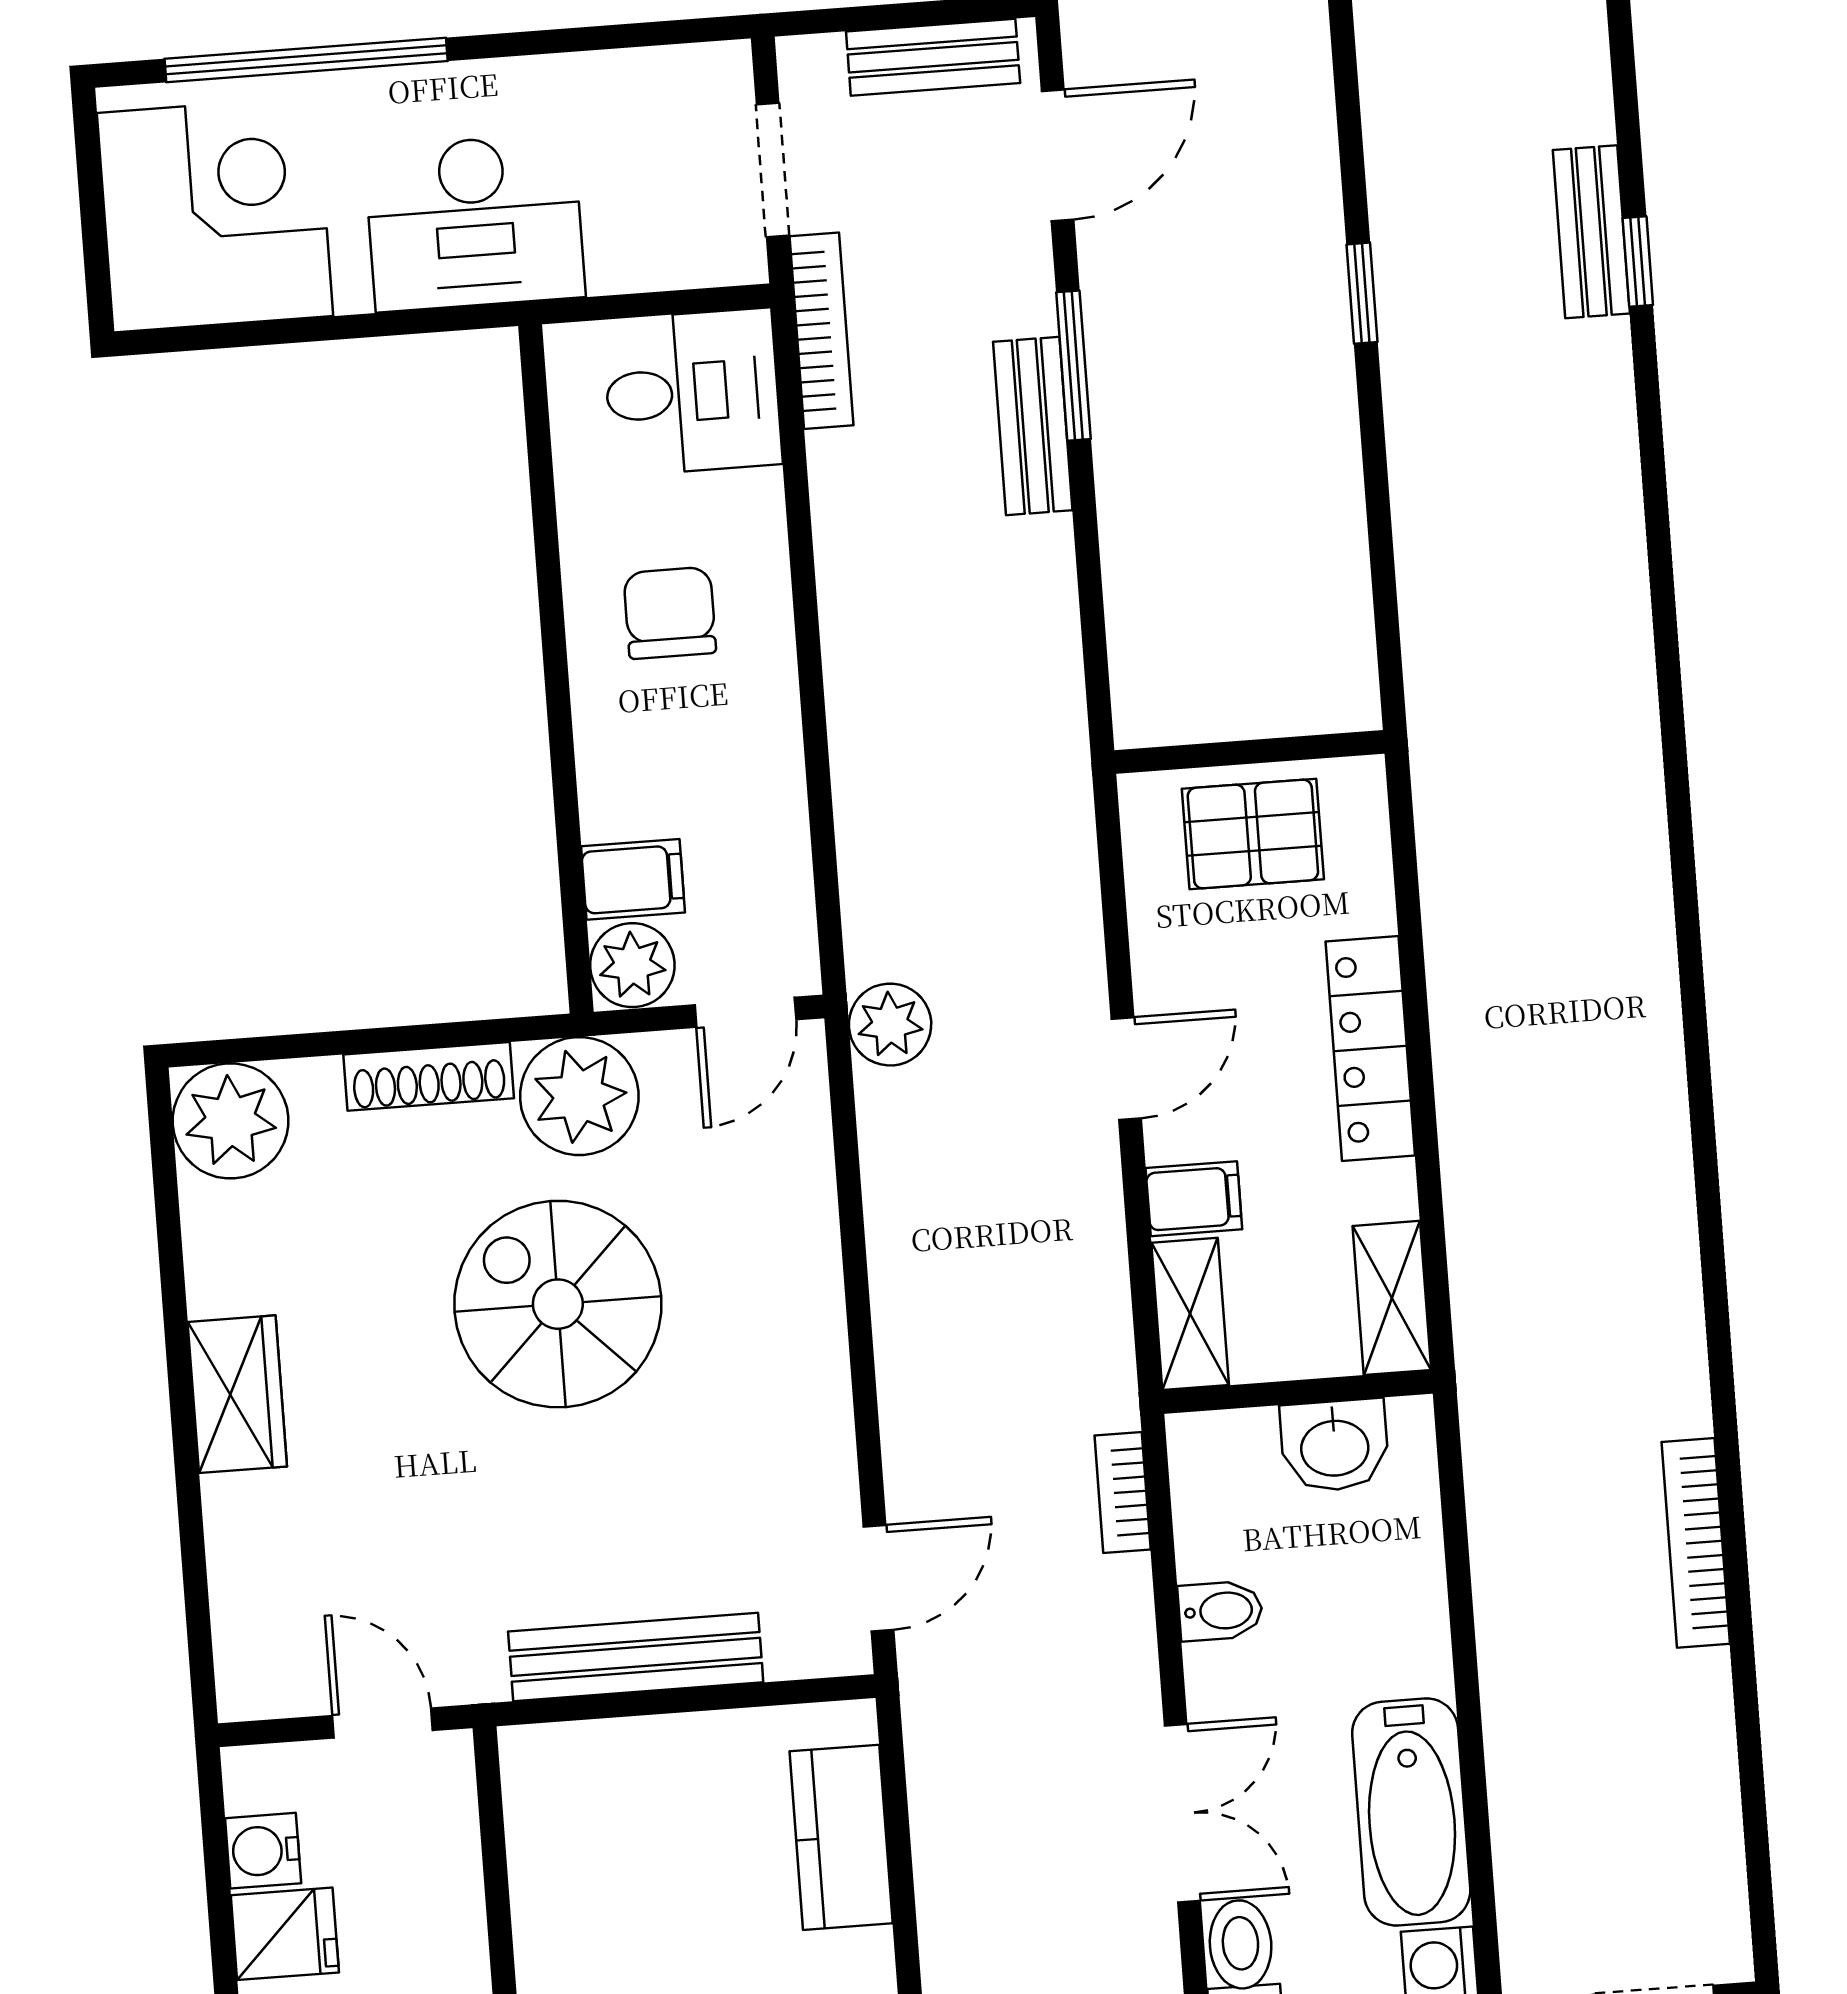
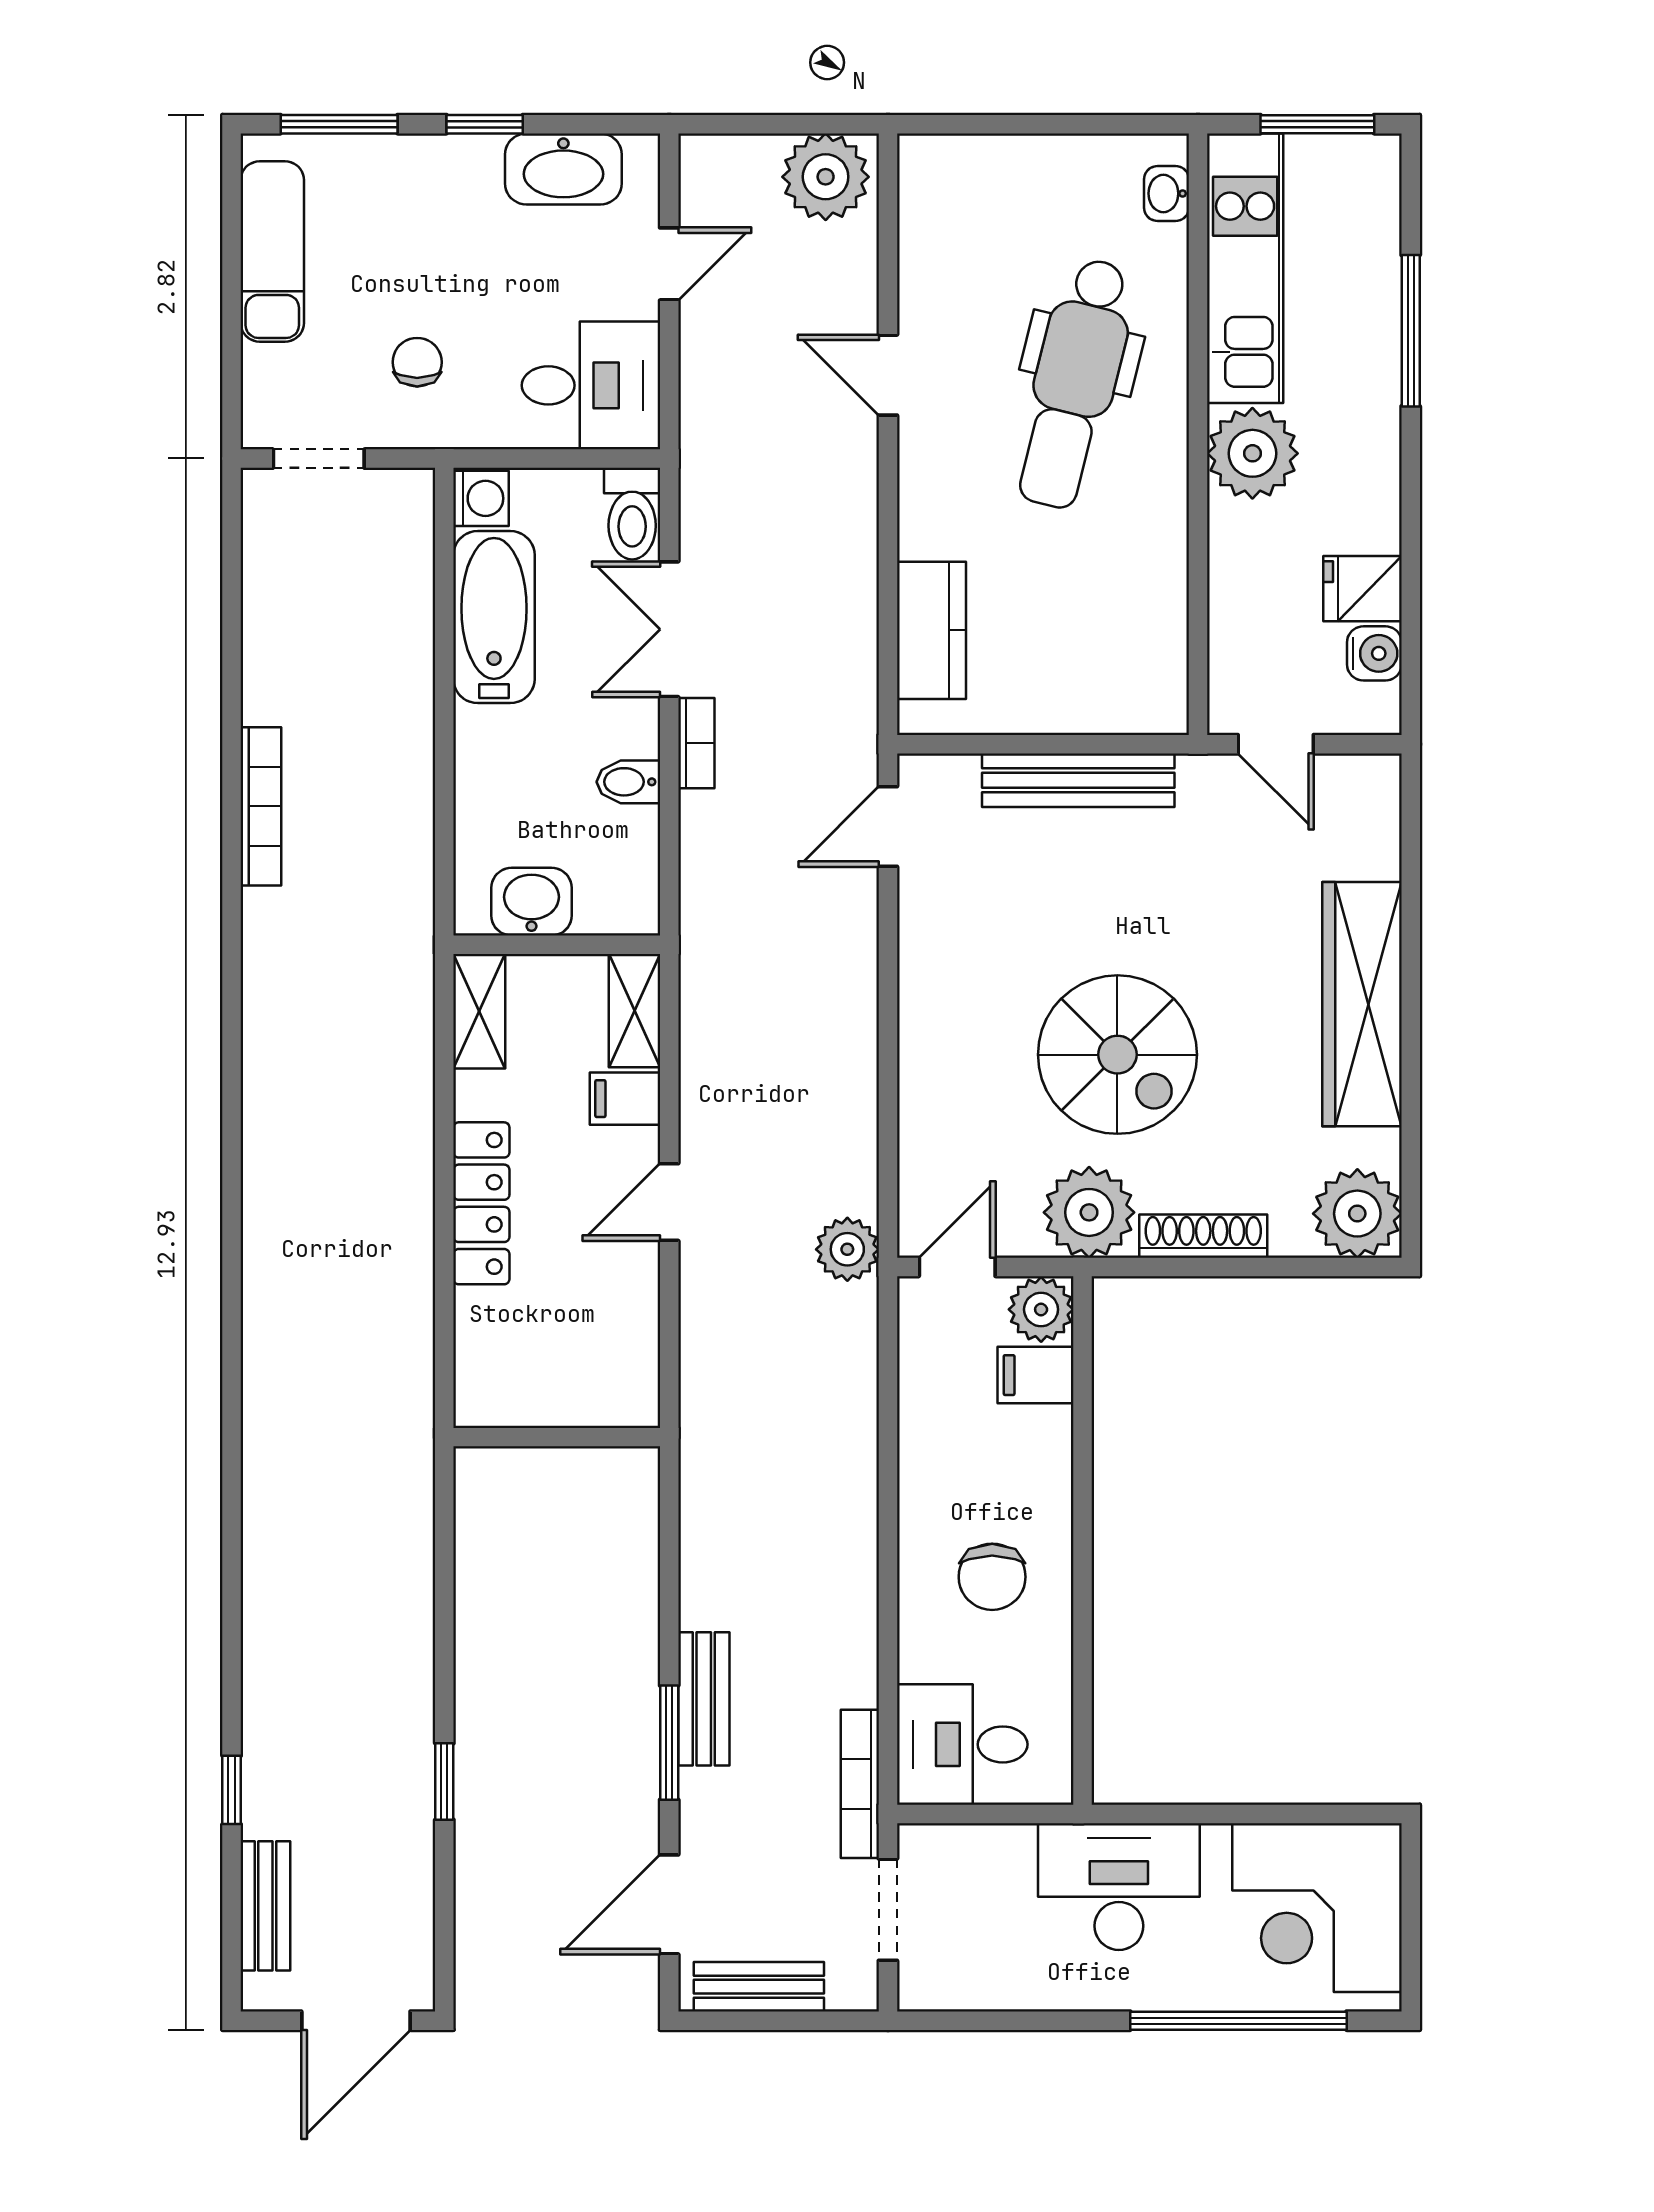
bench: (1591, 232) -> (265, 1906), moved
pallet: (1253, 834) -> (559, 1374), removed
wardrobe: (237, 1394) -> (1362, 1004), width x2.10, depth x1.17
bookcase: (1123, 1493) -> (696, 743), moved

